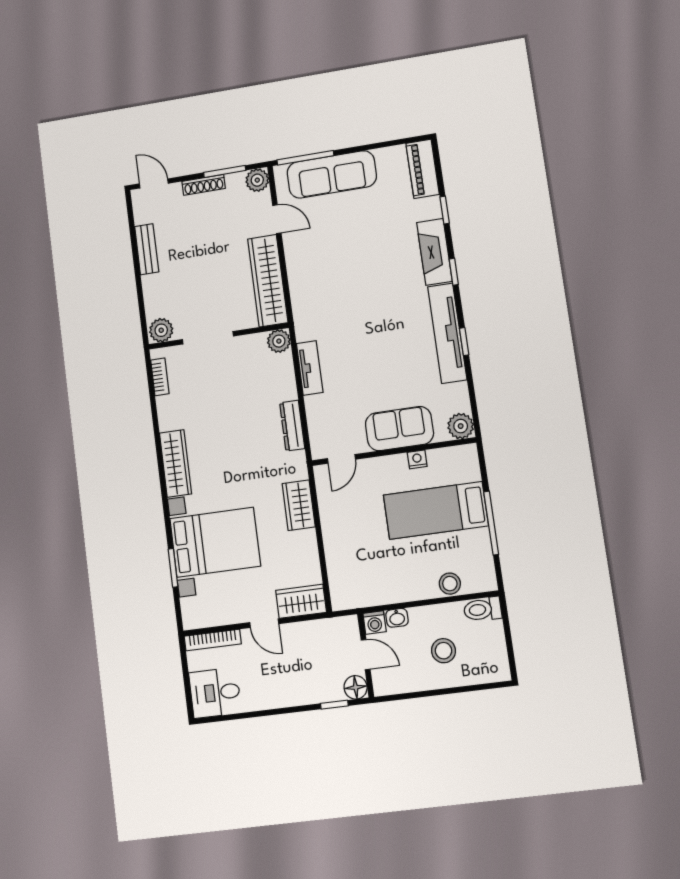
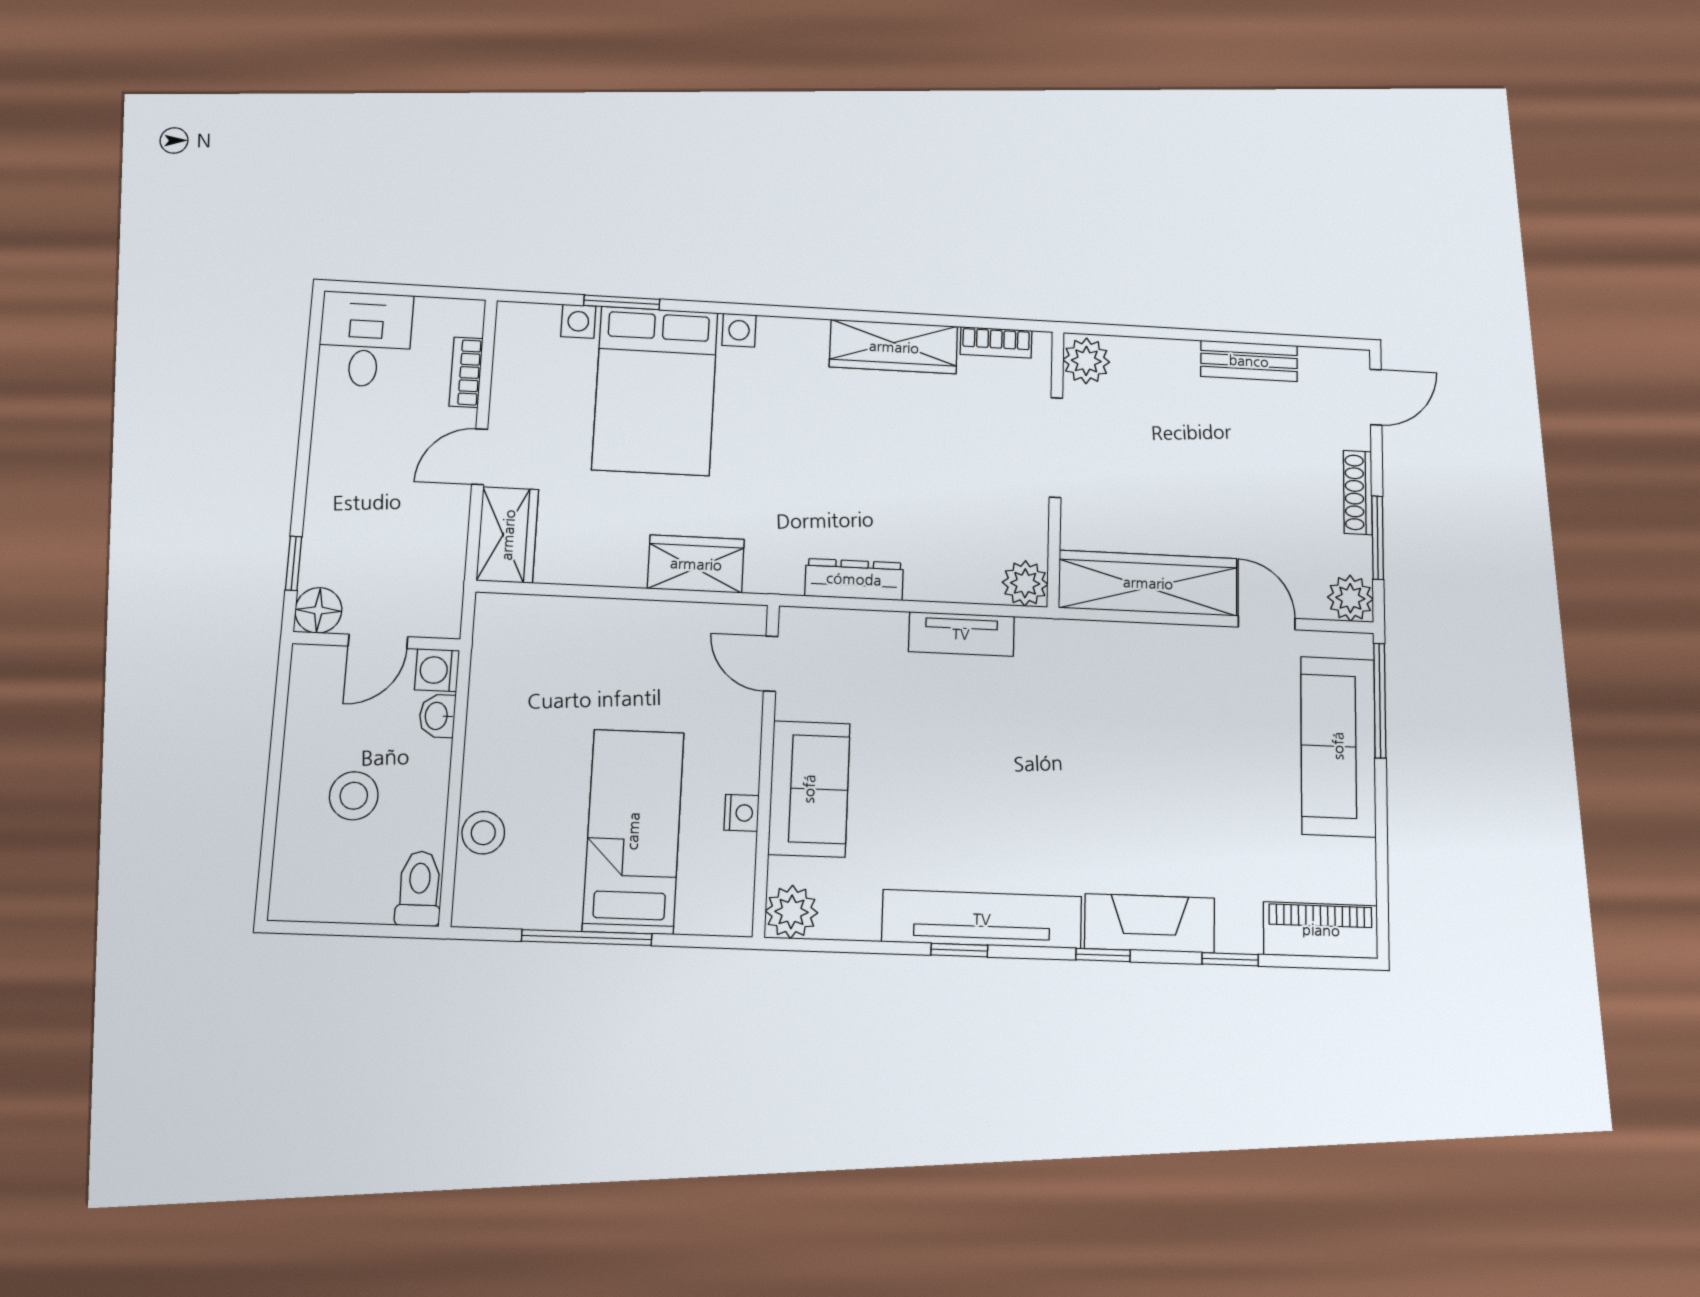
door: (277, 219) -> (1267, 623), swing flipped
wardrobe: (176, 463) -> (894, 347), moved
bookcase: (213, 640) -> (466, 372), width x0.64

